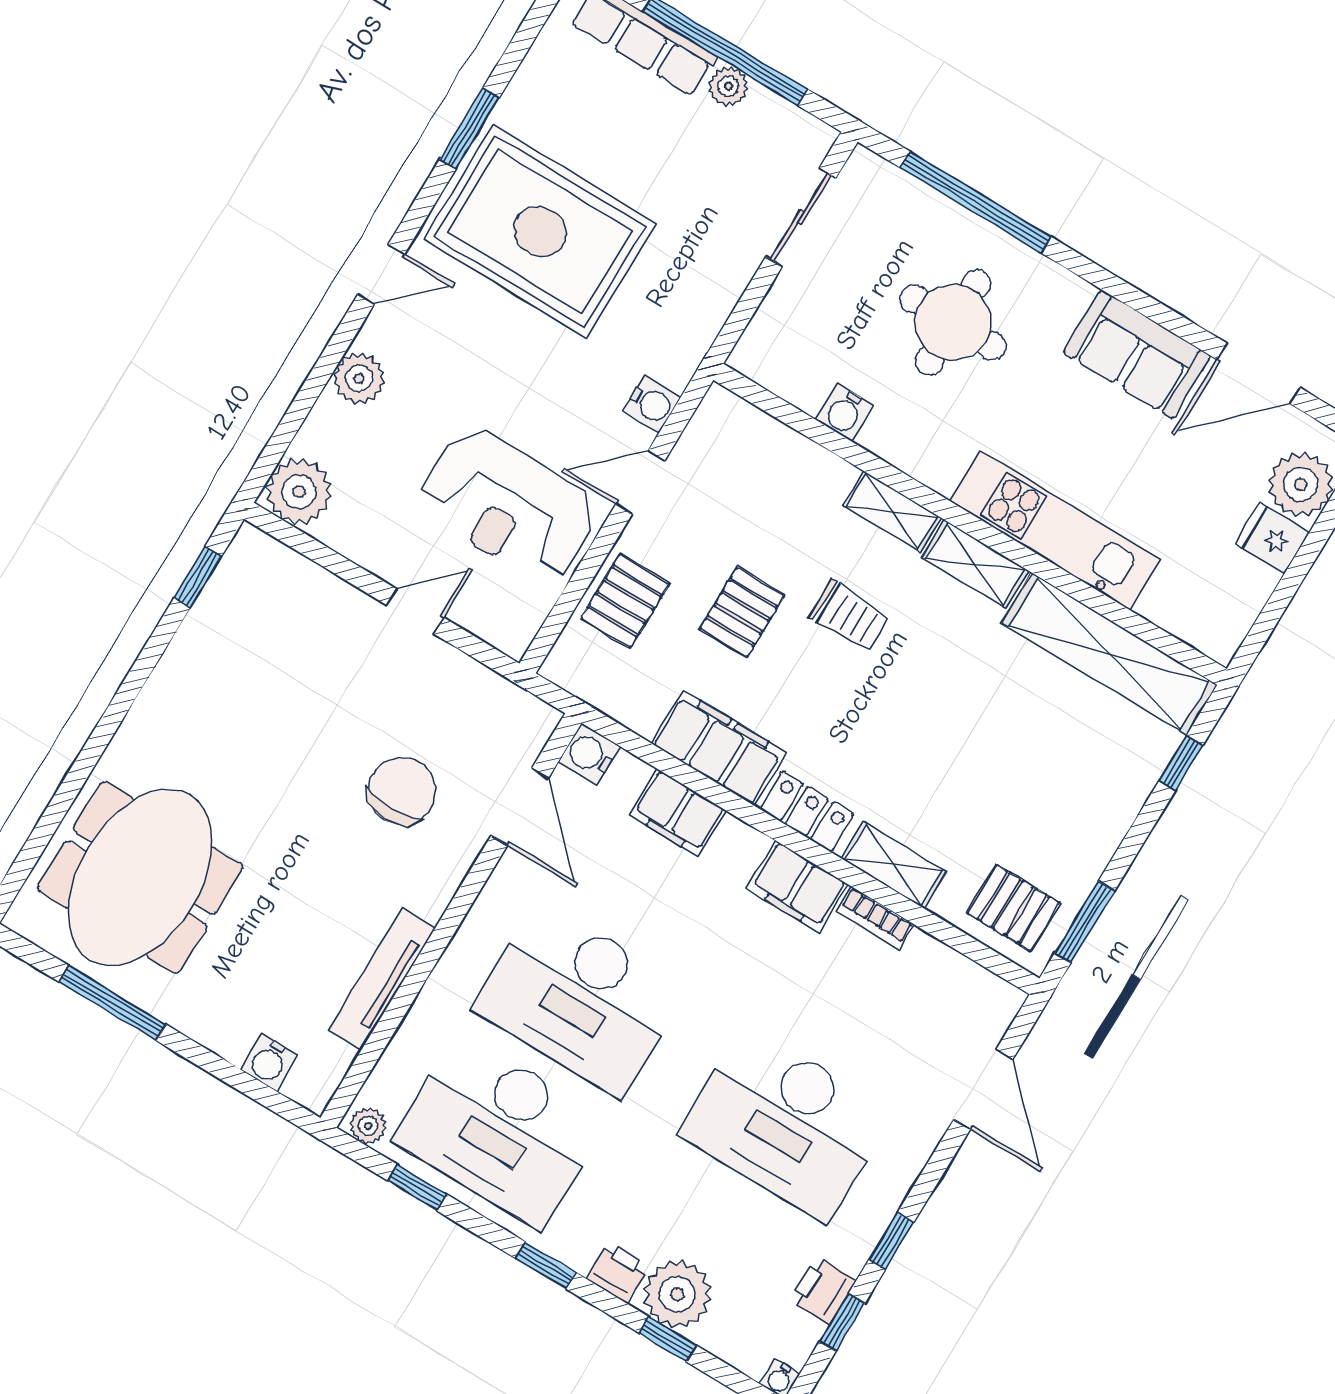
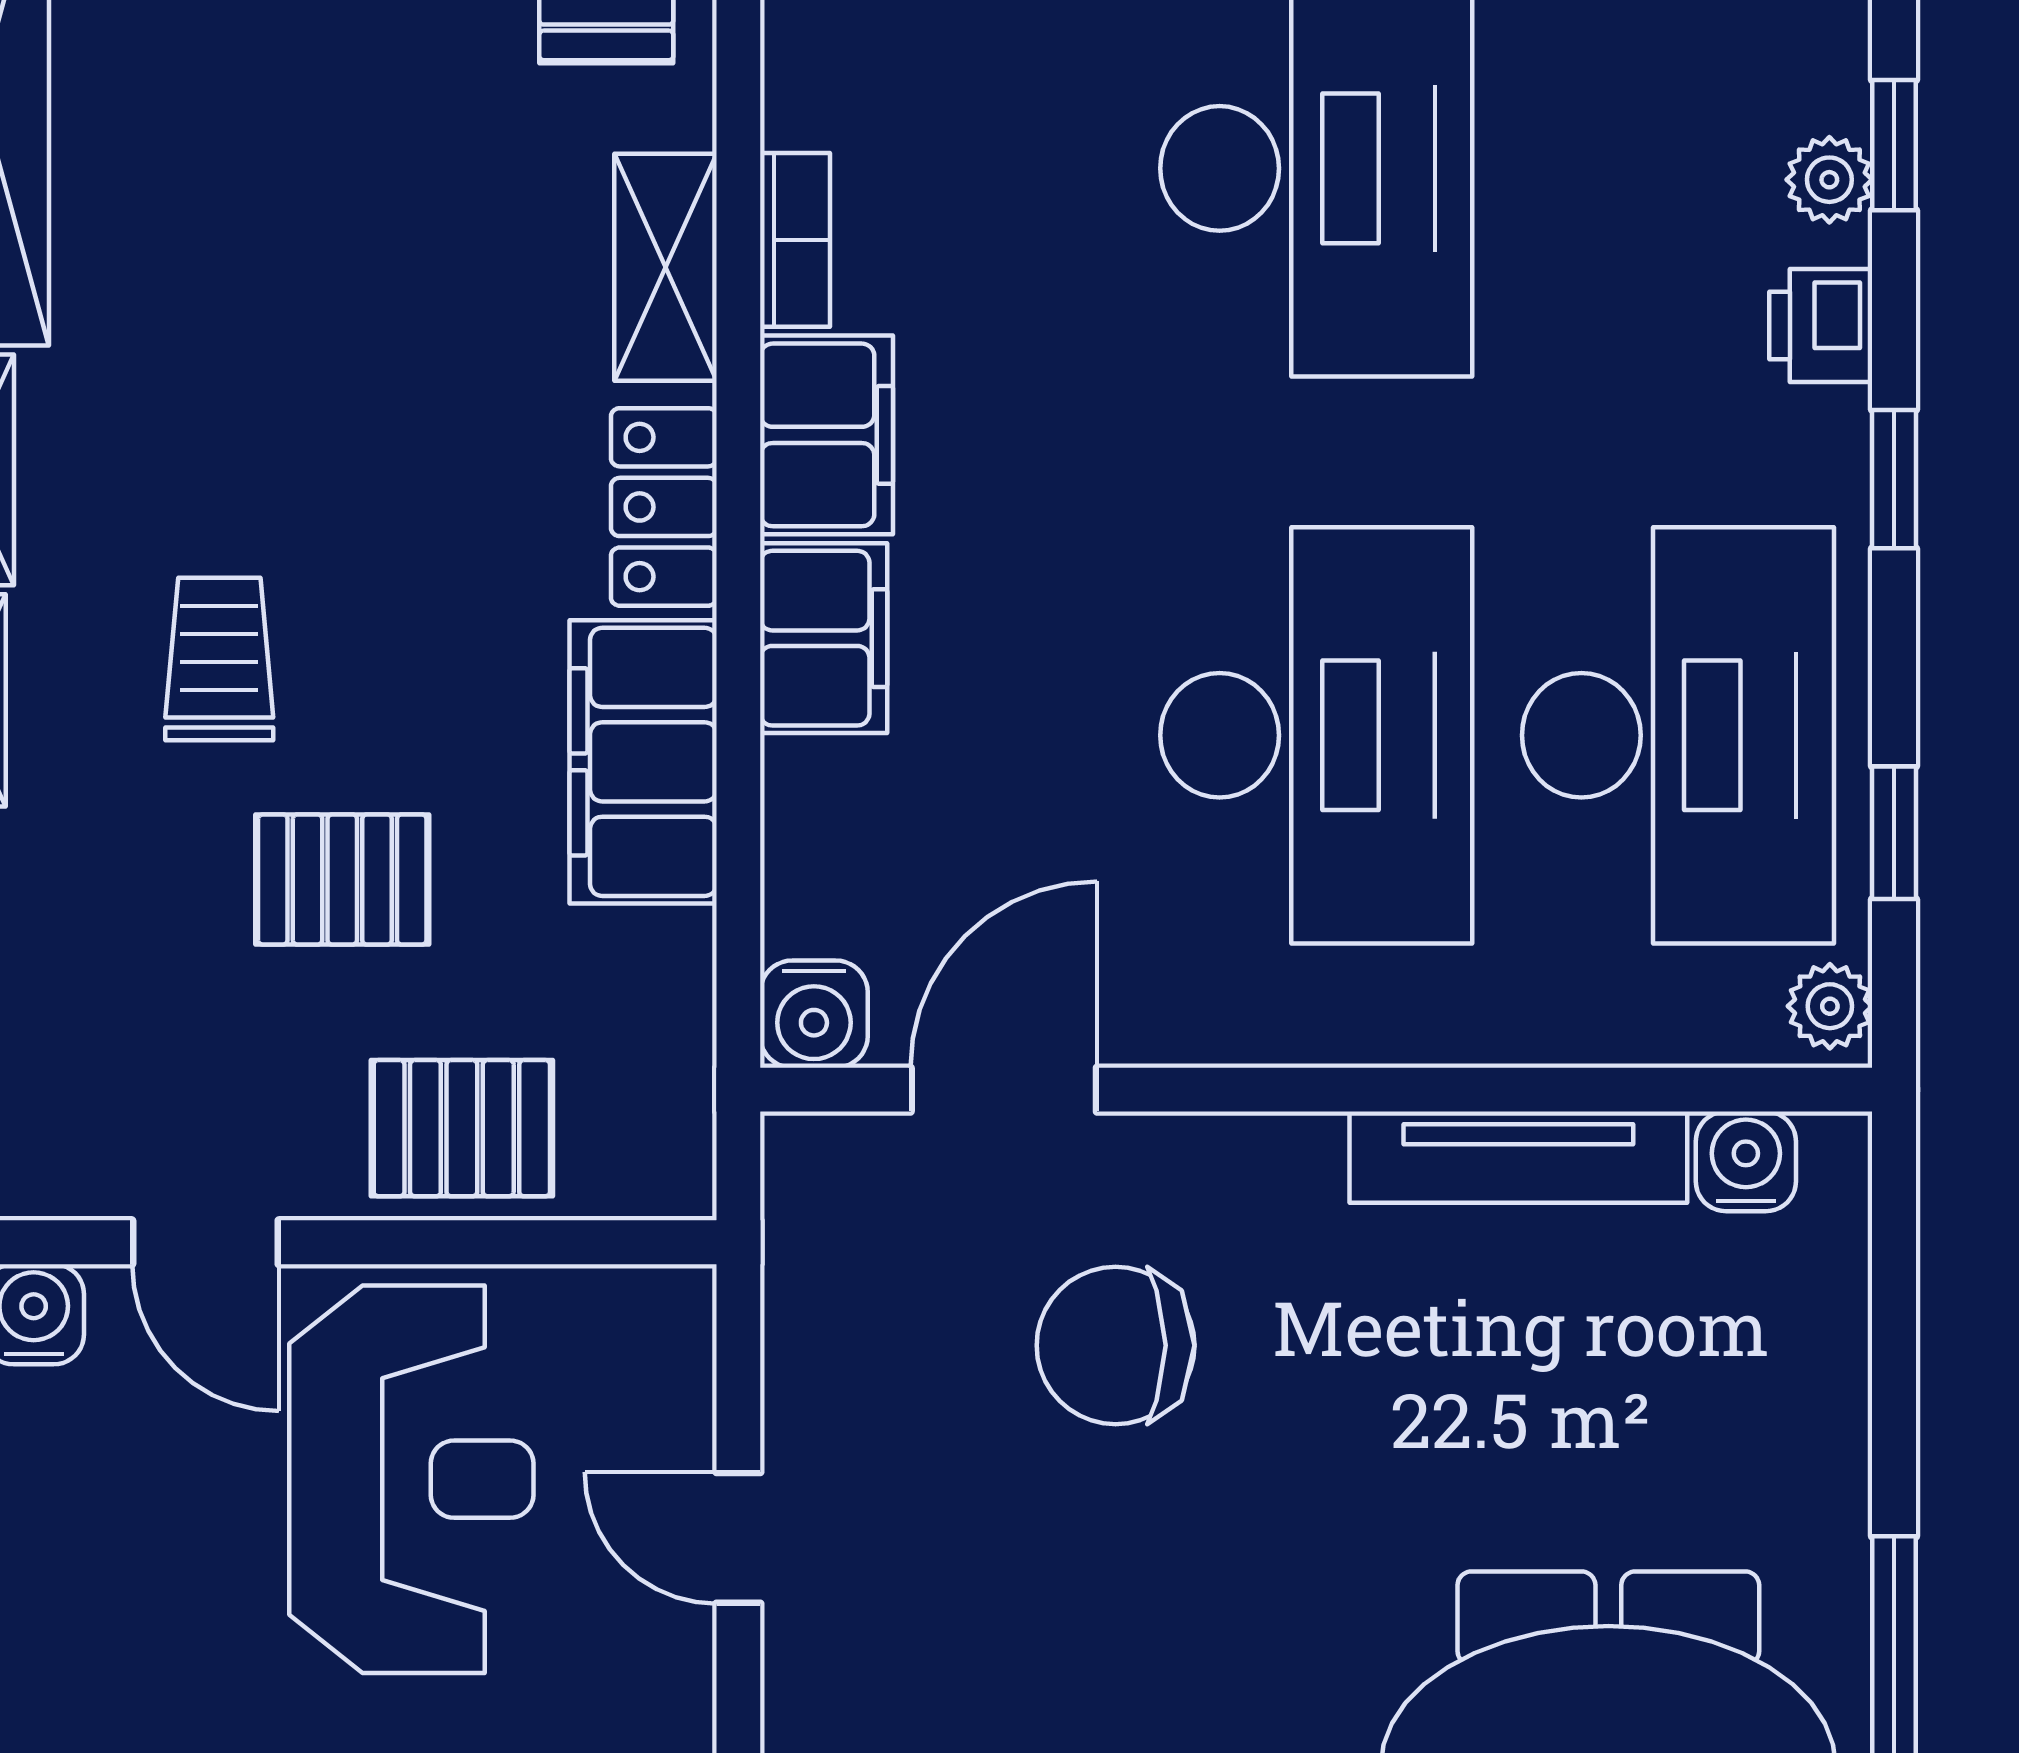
filing cabinet: (678, 813) -> (824, 638), moved
water cooler: (269, 1062) -> (1746, 1161), moved, turned -90
plant: (677, 1294) -> (1829, 180), width x0.53, depth x0.53

